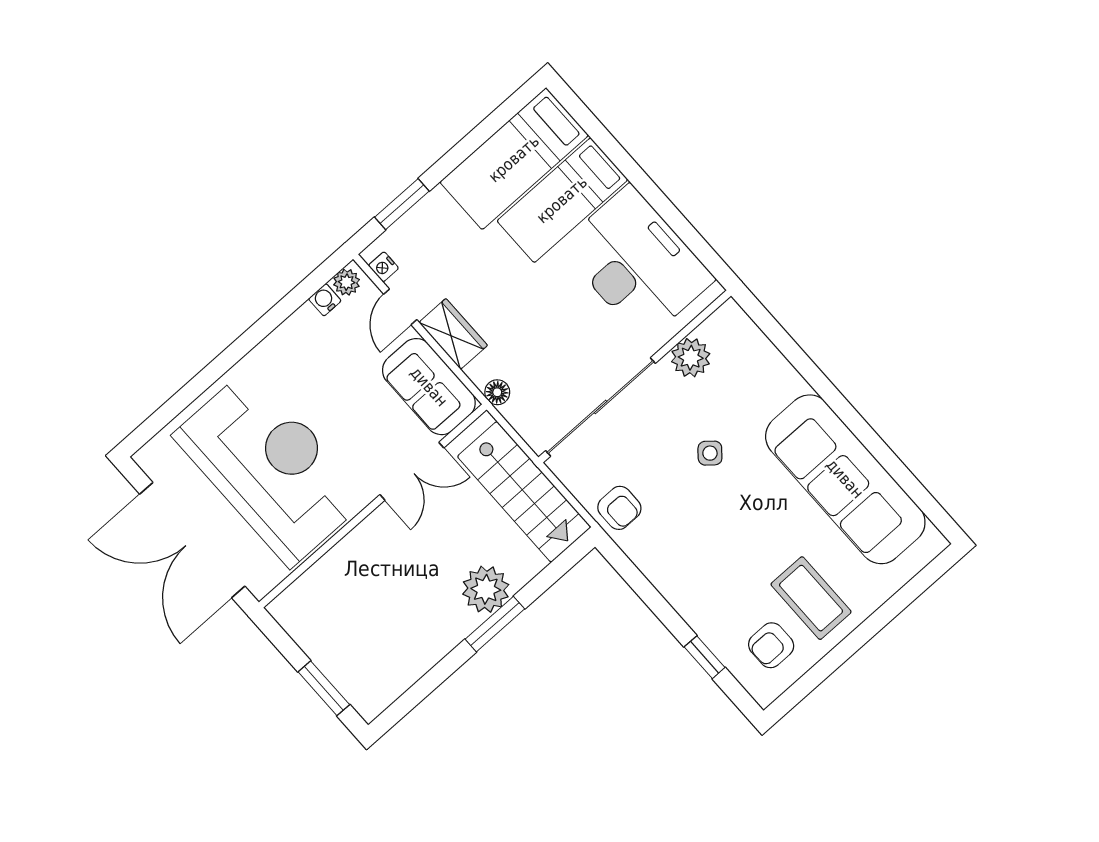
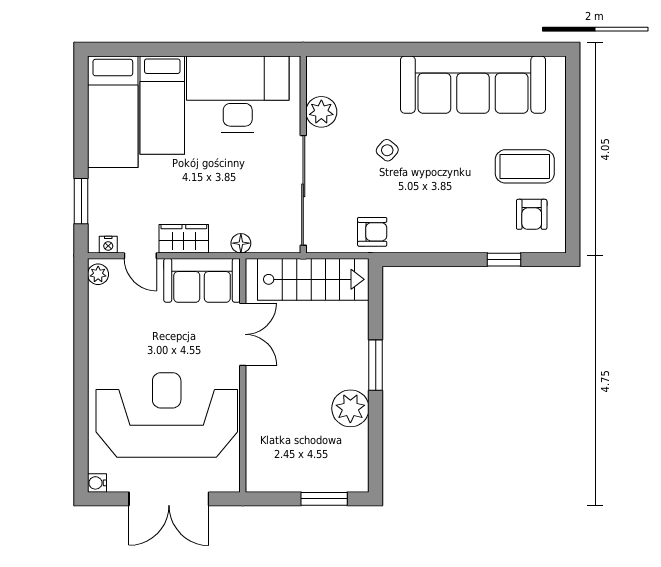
water cooler: (325, 300) -> (97, 483), moved
double door: (192, 540) -> (169, 499), width x0.73
plant: (486, 589) -> (350, 408), moved

